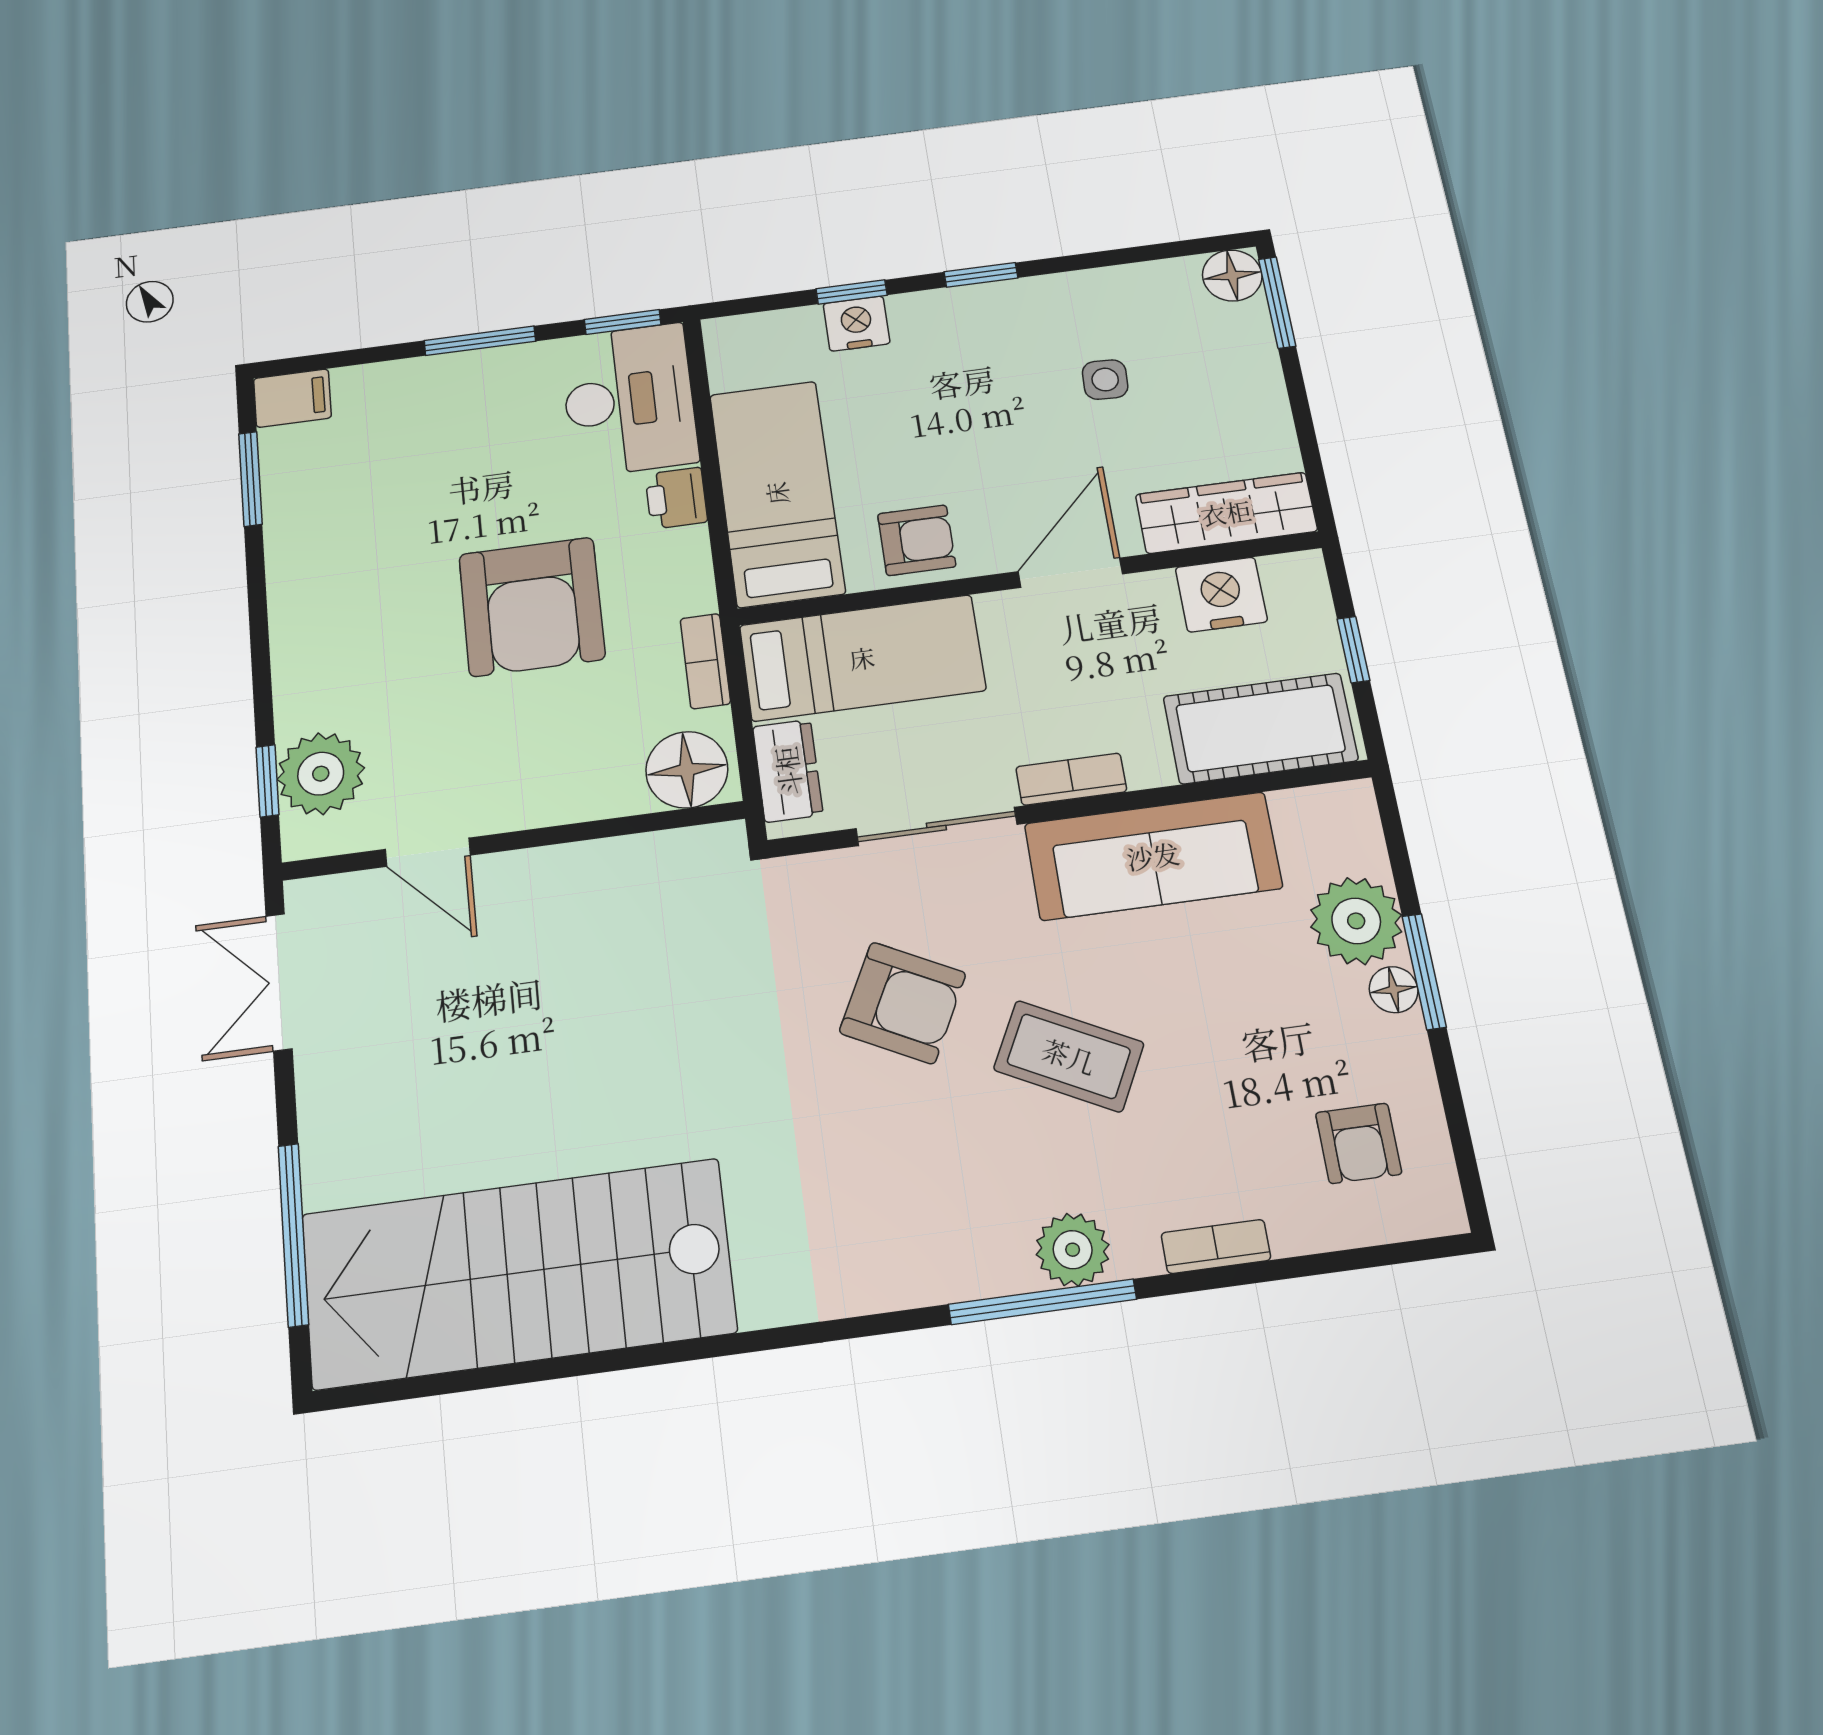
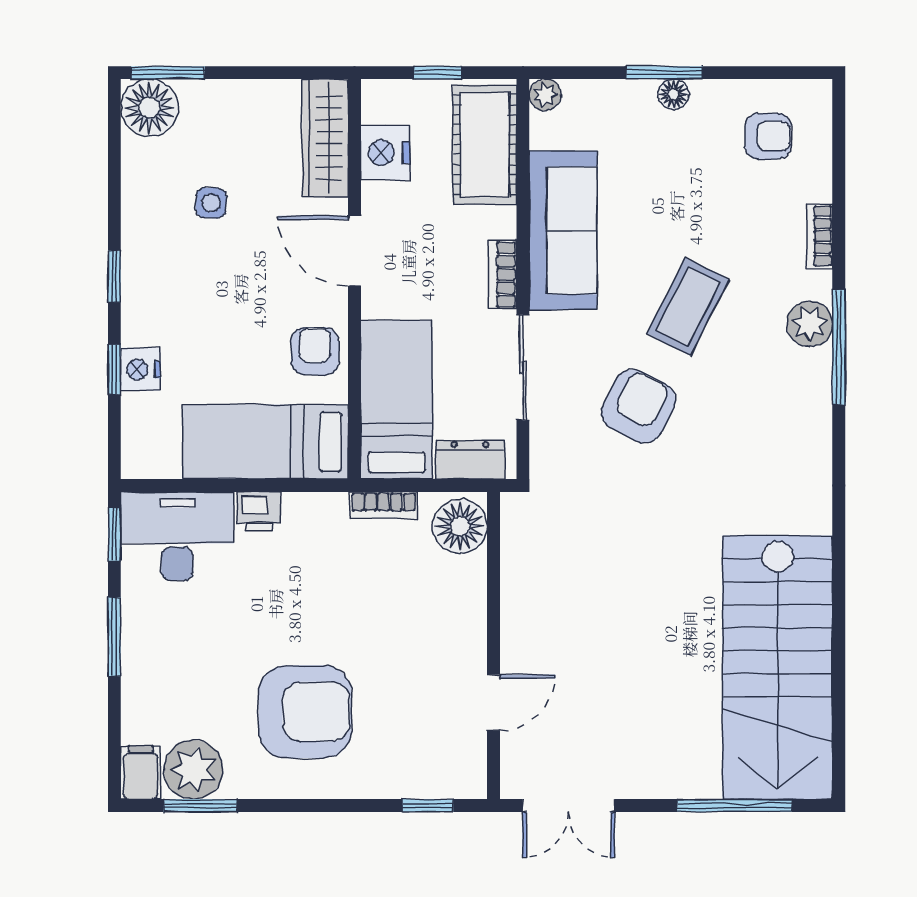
floor lamp: (1232, 276) -> (149, 108), width x1.38, depth x1.38
armchair: (532, 607) -> (305, 712), moved
plant: (321, 774) -> (193, 770), moved
plant: (1356, 921) -> (545, 95), moved, width x0.53, depth x0.53

